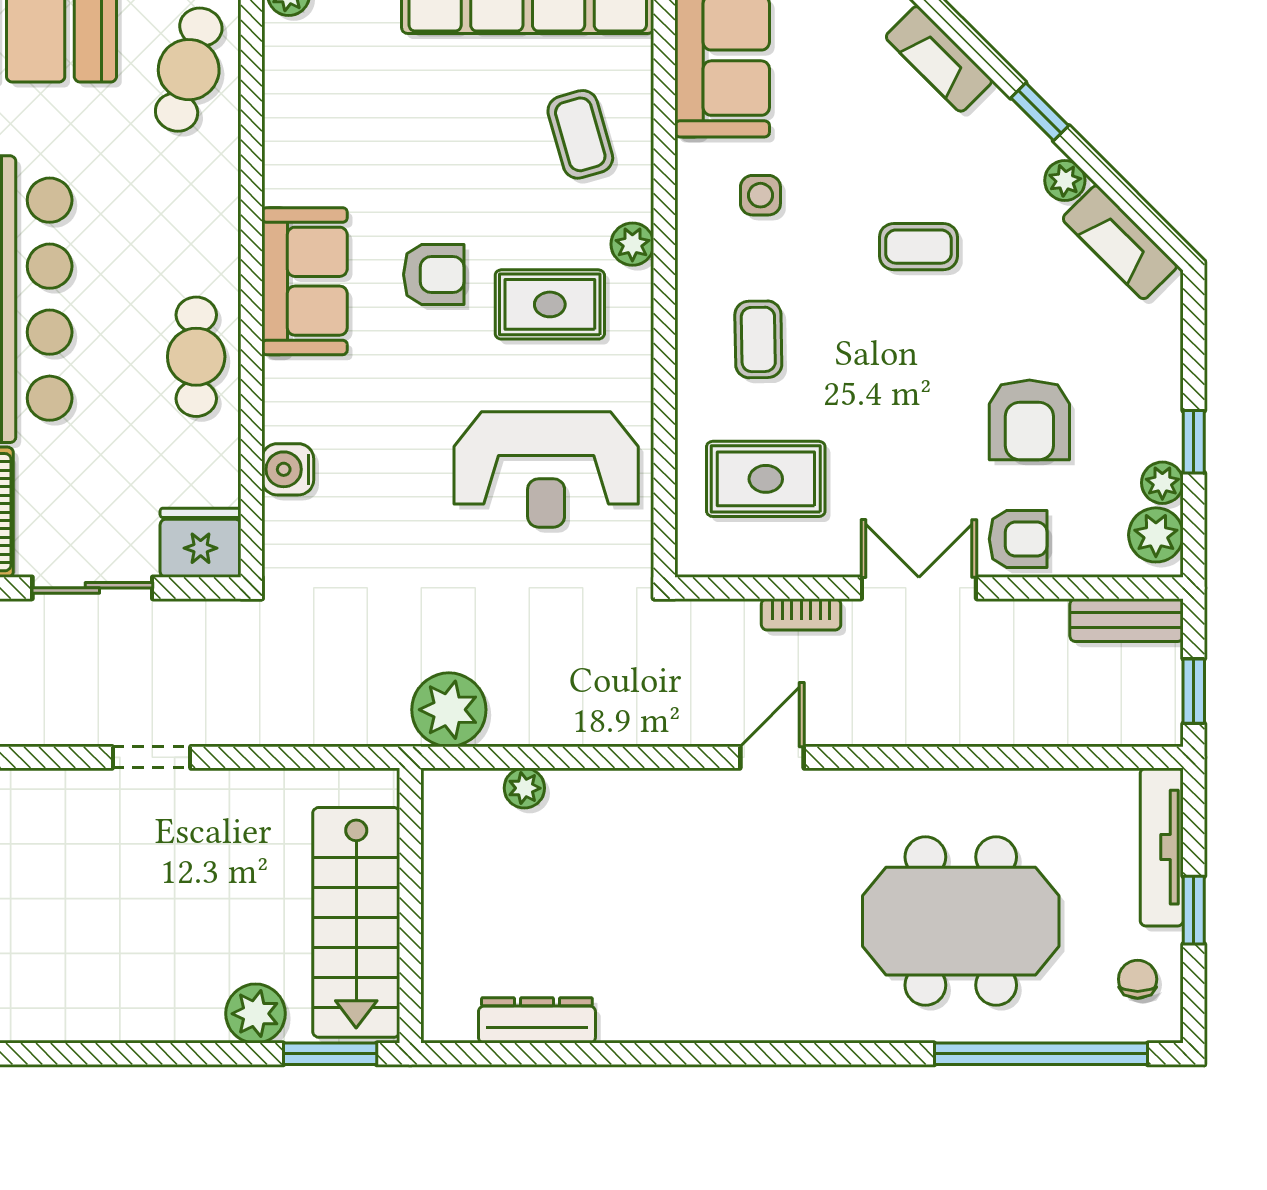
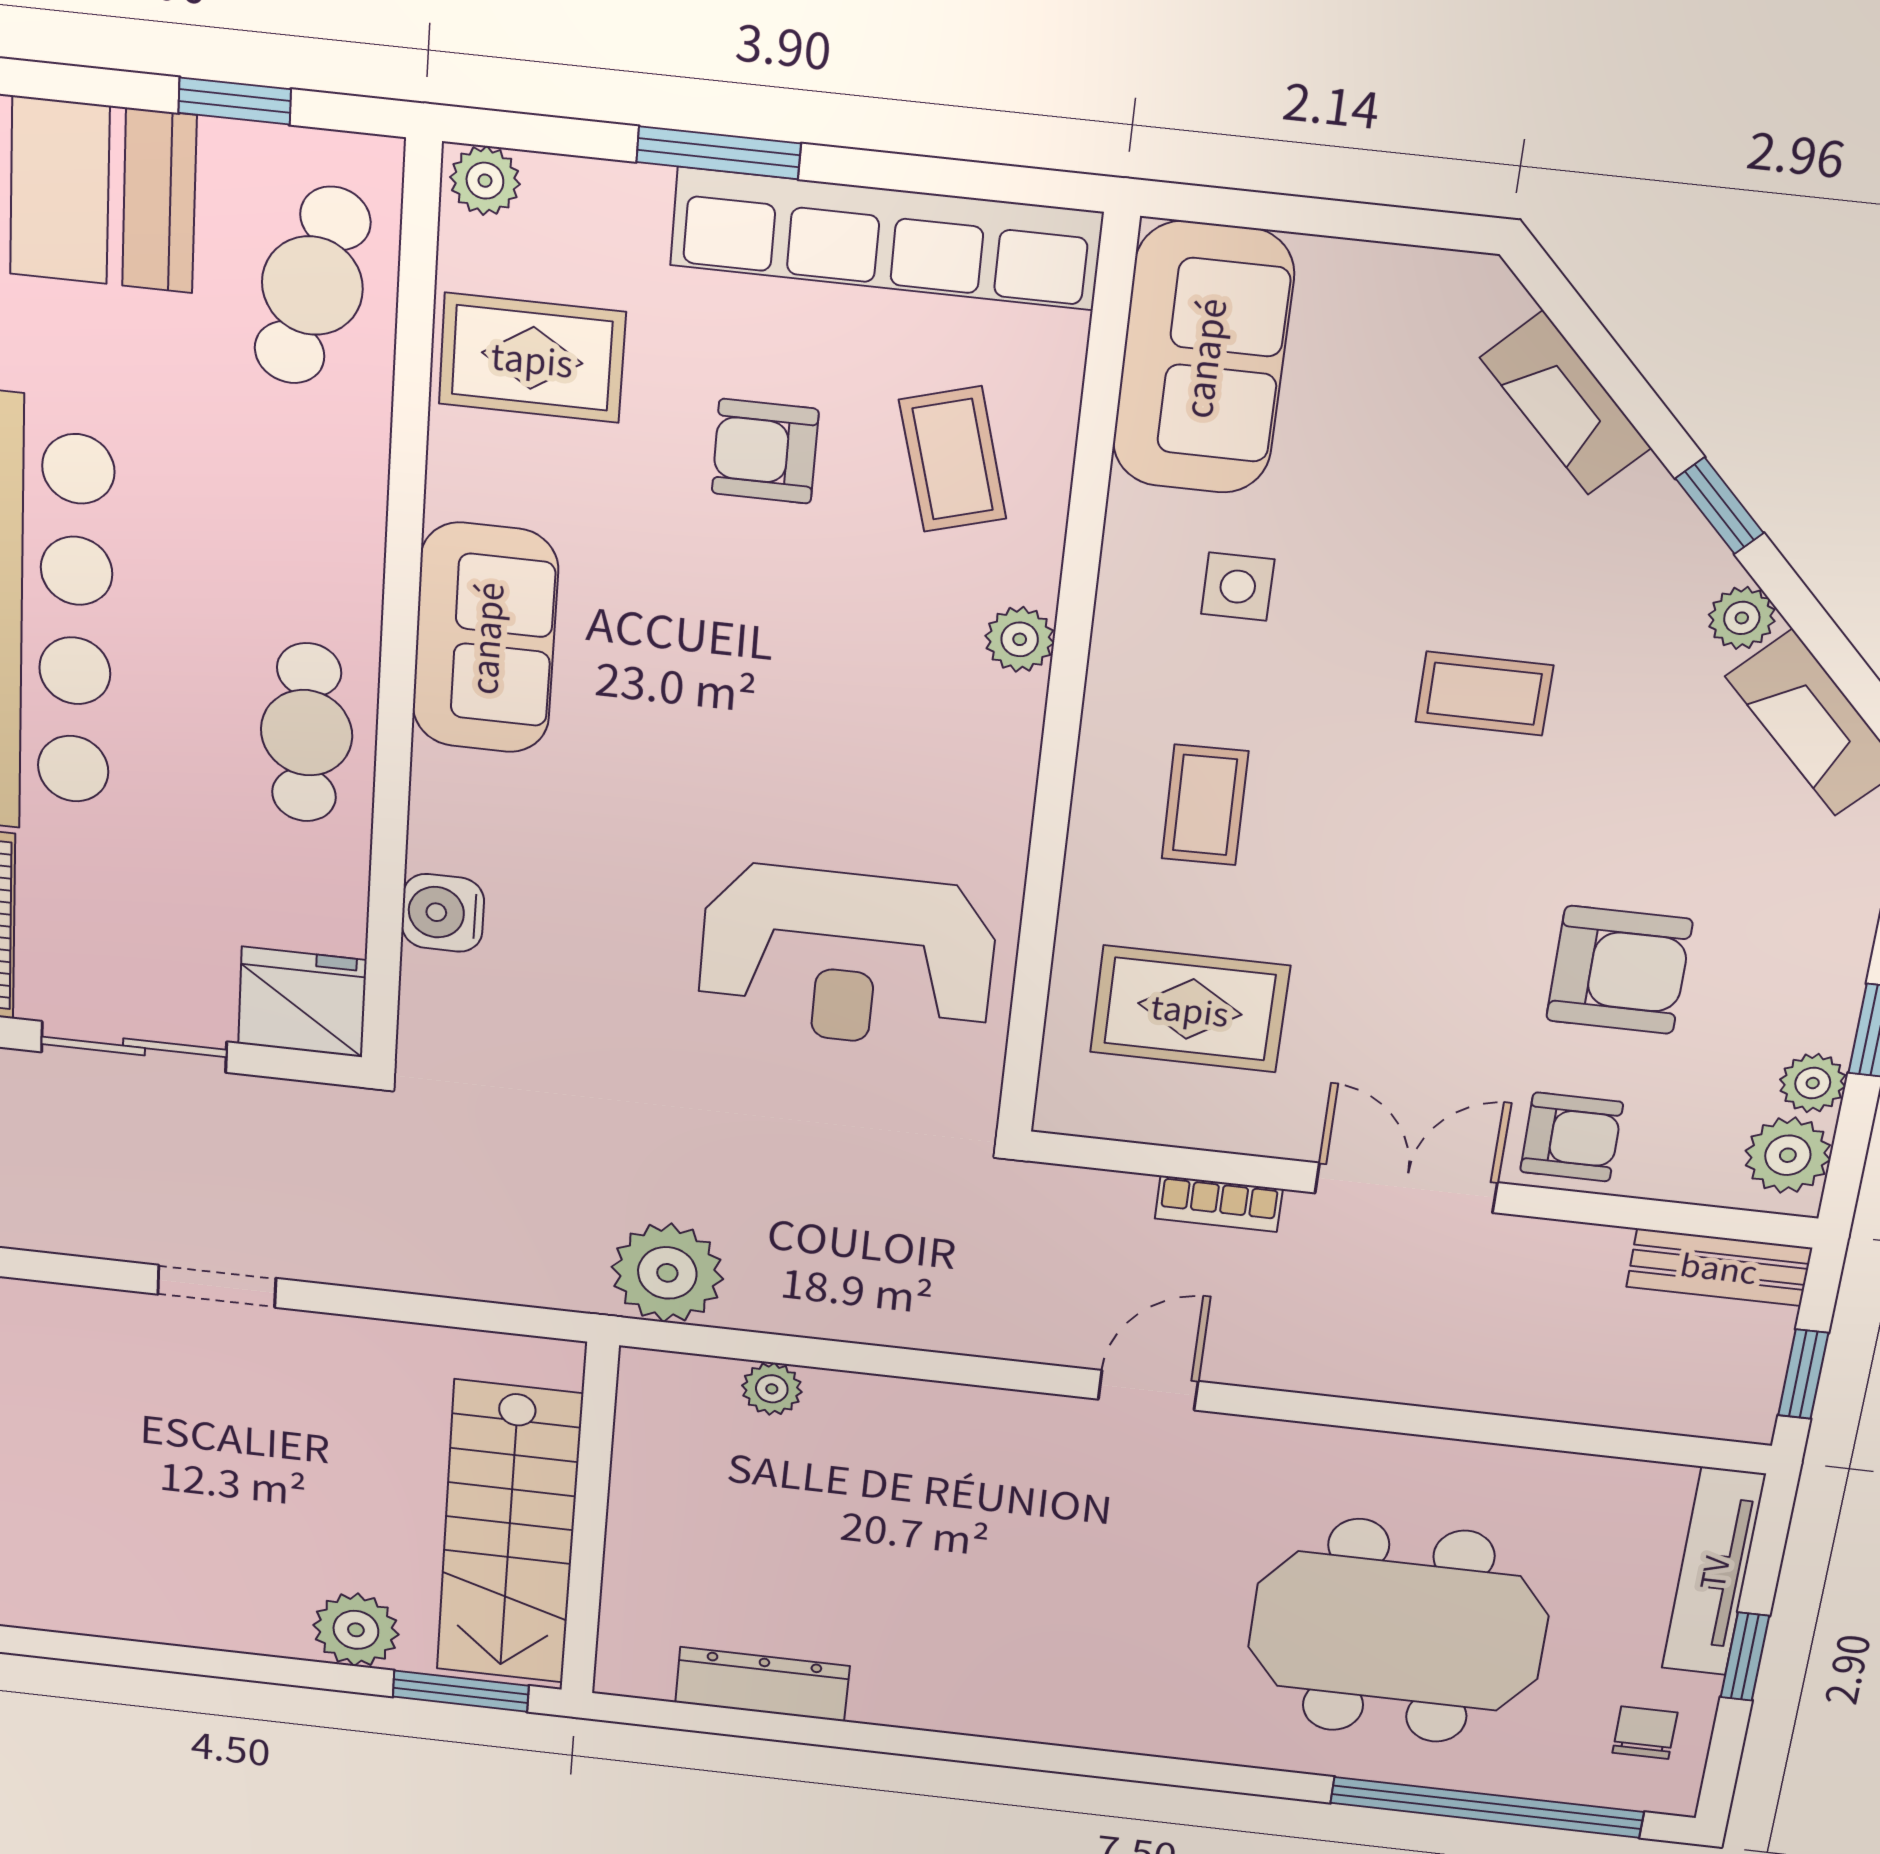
armchair: (434, 275) -> (765, 451), moved, turned 180
rug: (550, 304) -> (532, 358), moved
armchair: (1029, 420) -> (1619, 970), turned -90

